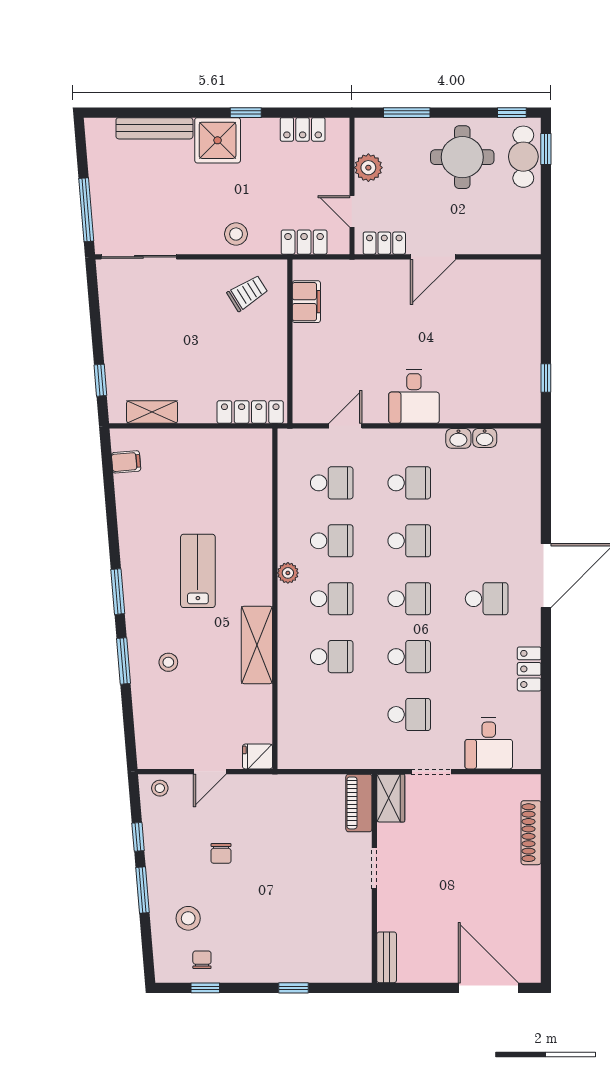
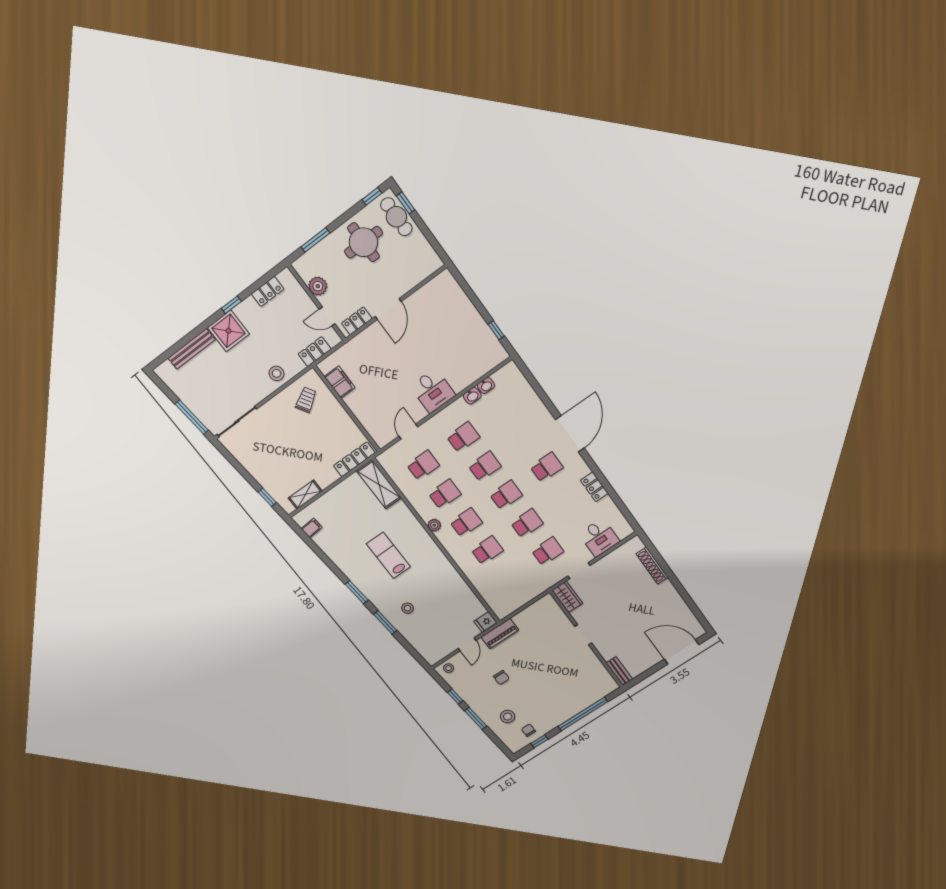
shelving: (257, 645) -> (379, 484), moved
piano: (359, 803) -> (500, 634), moved, turned -90
window: (293, 988) -> (583, 714), width x3.17

